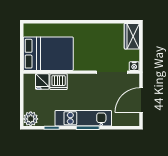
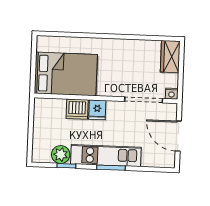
fridge: (42, 82) -> (97, 110), moved
door: (141, 100) -> (178, 136), hinge flipped
plant: (31, 119) -> (61, 155), moved

